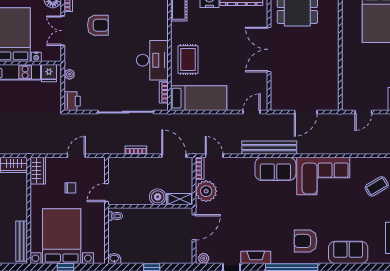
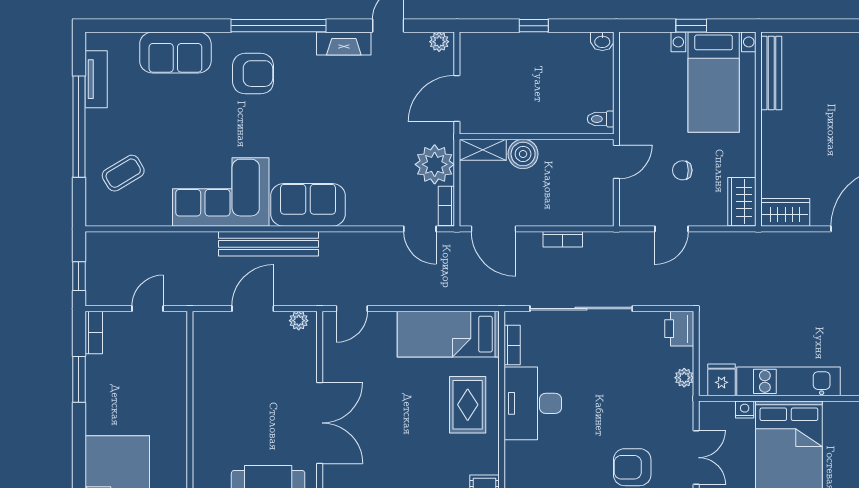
plant: (281, 106) -> (299, 321), added
bench: (269, 148) -> (268, 244), moved
bed with nightstands: (62, 236) -> (714, 82), width x0.73

